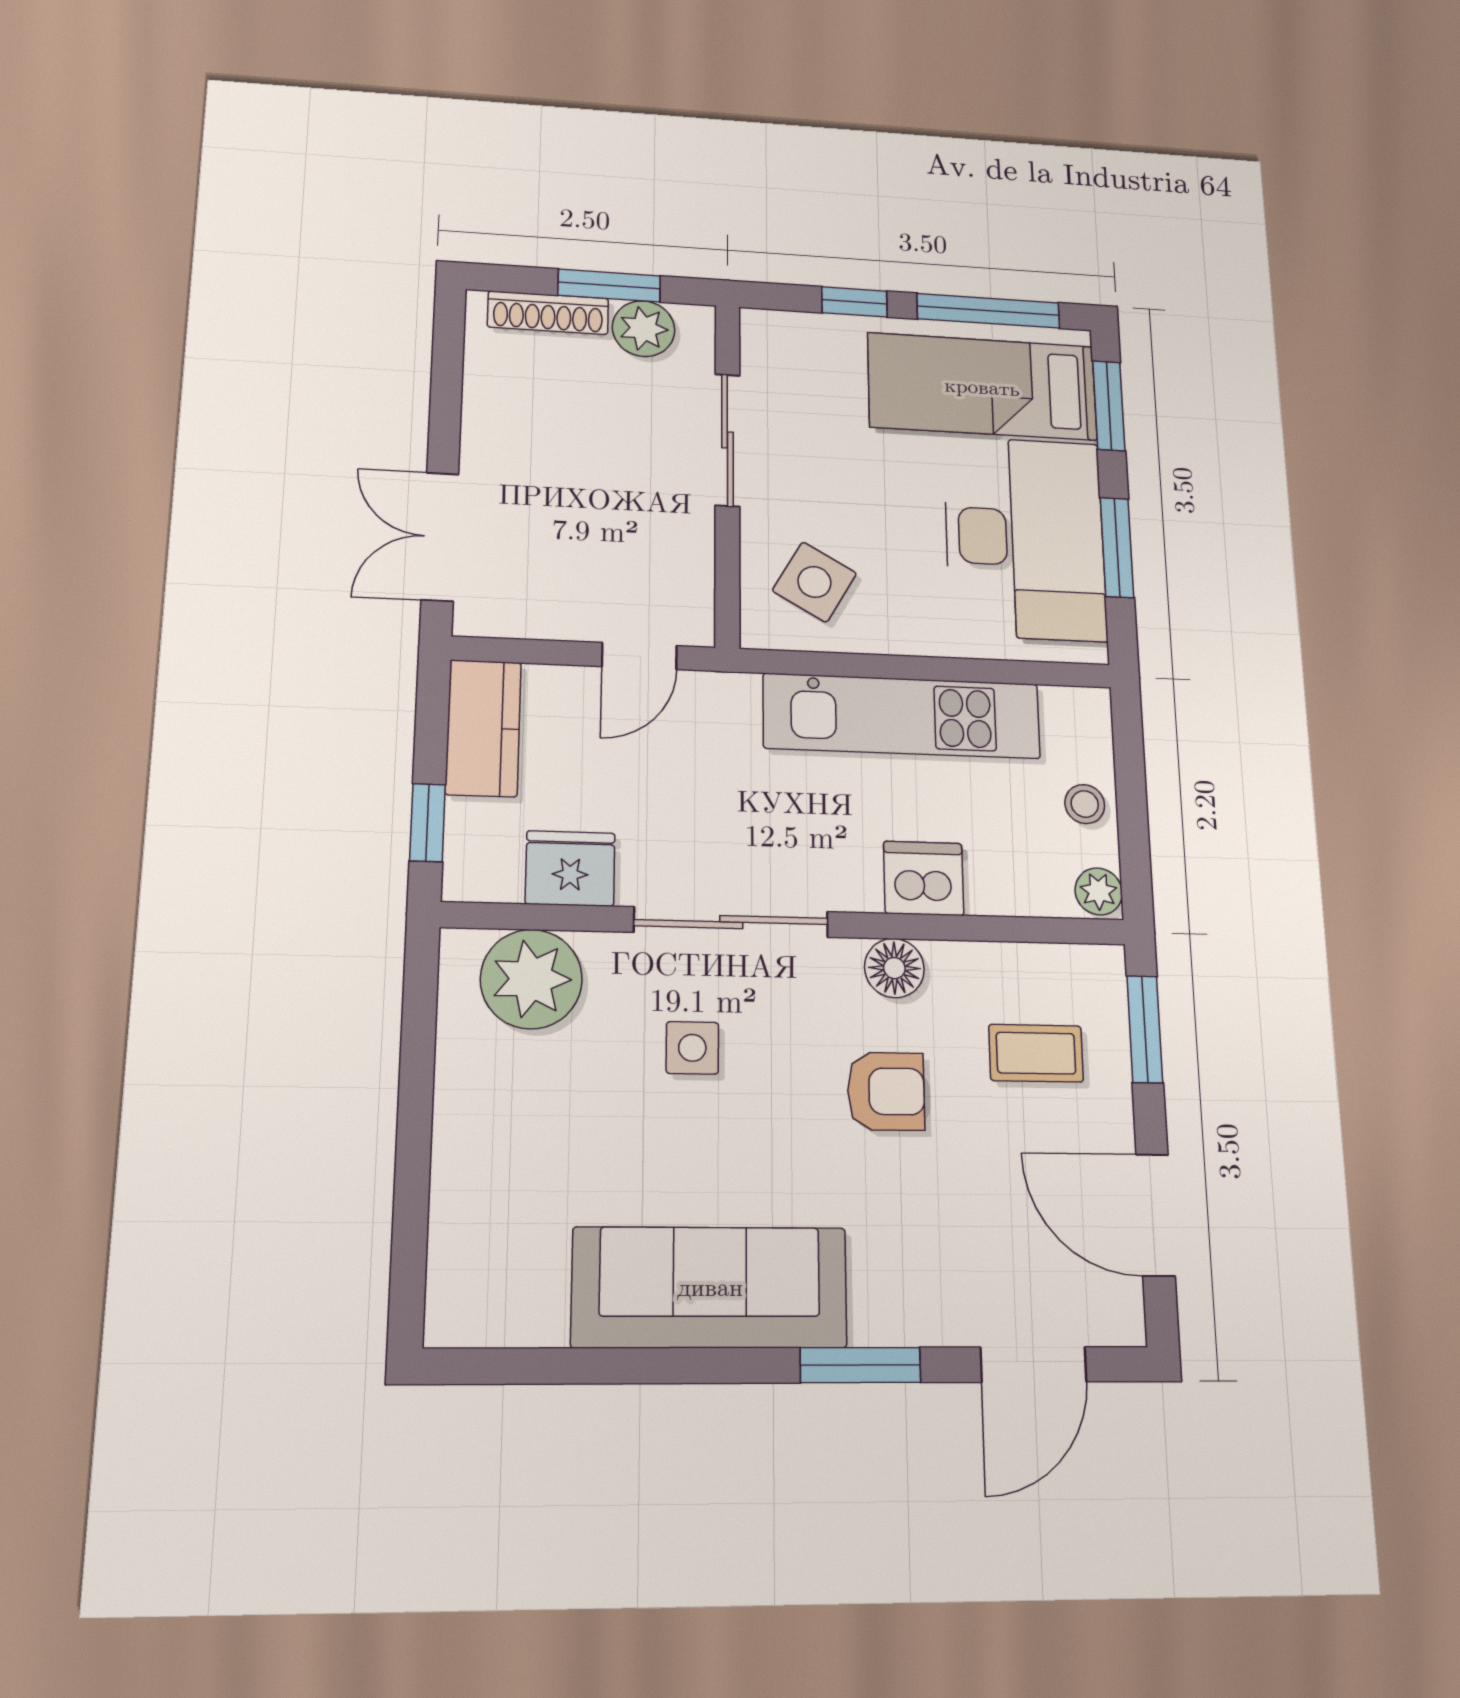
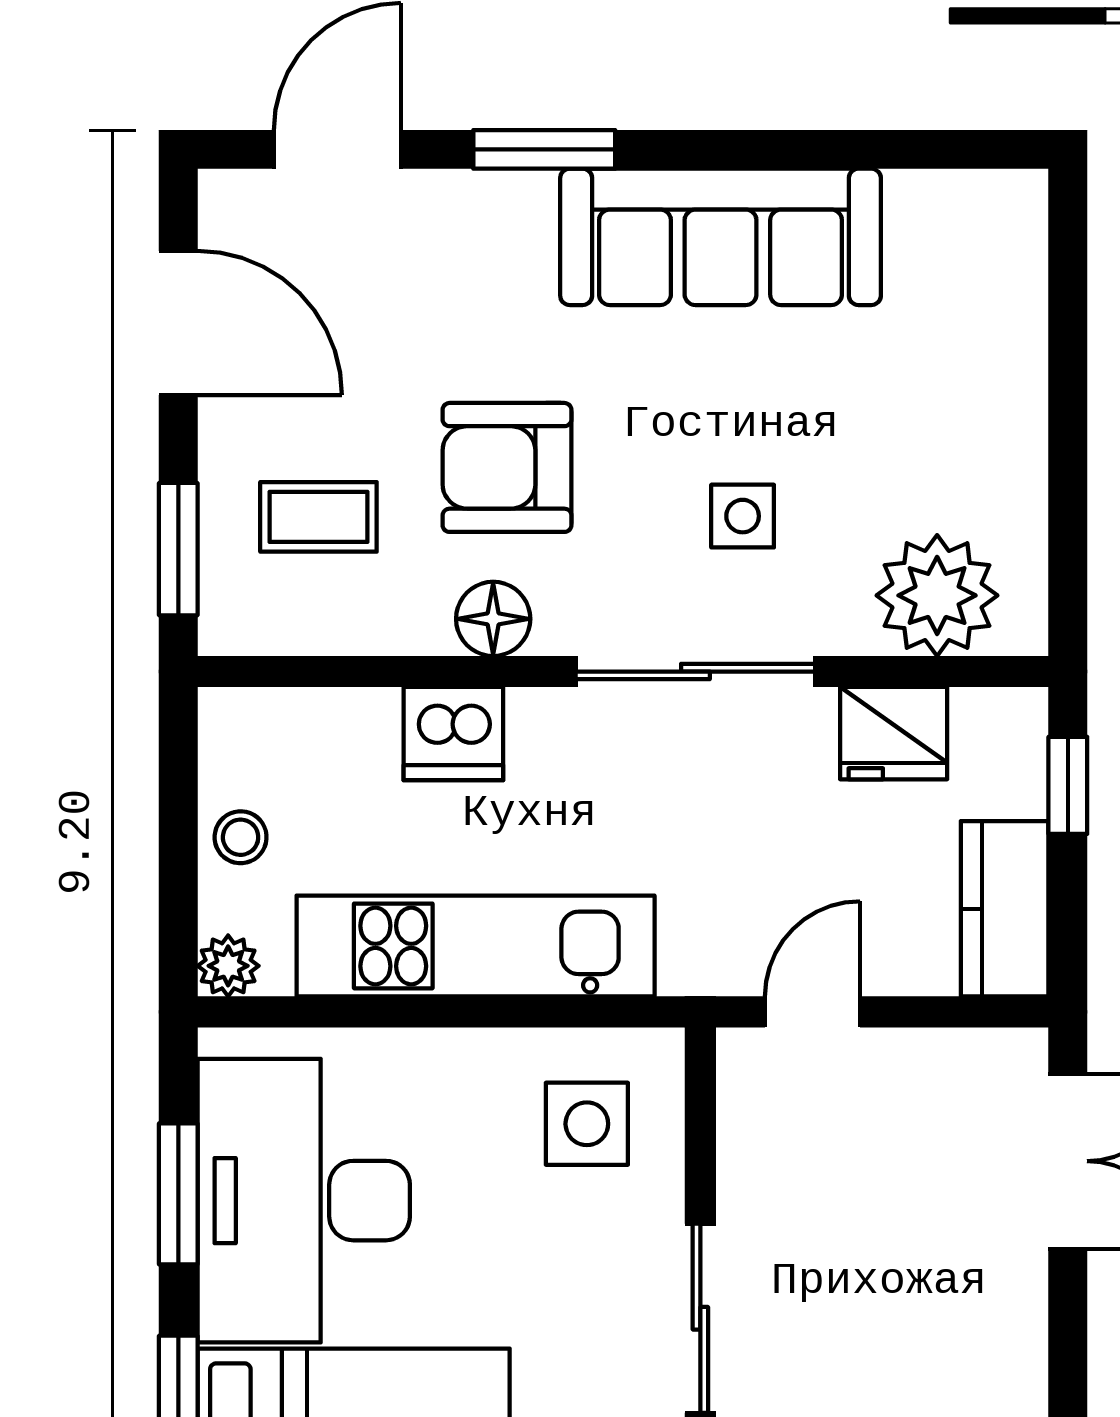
side table: (814, 582) -> (587, 1124), turned -30
plant: (1099, 891) -> (228, 966), moved
armchair: (886, 1091) -> (507, 467), width x1.38, depth x1.38

